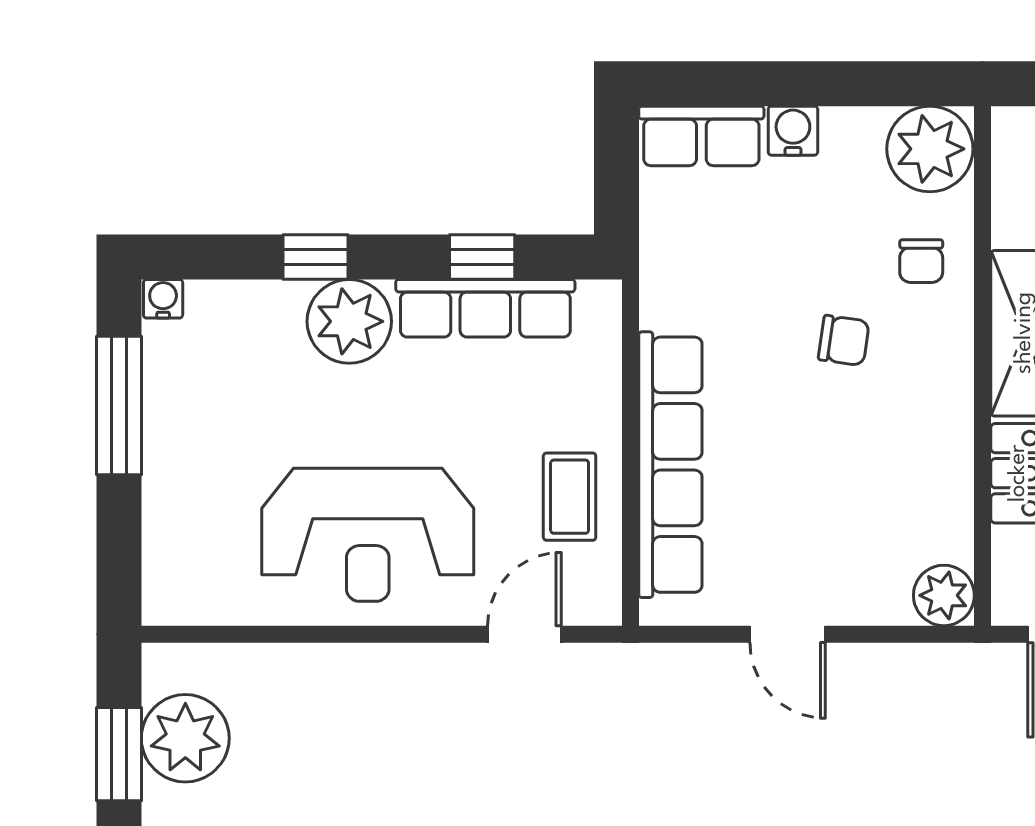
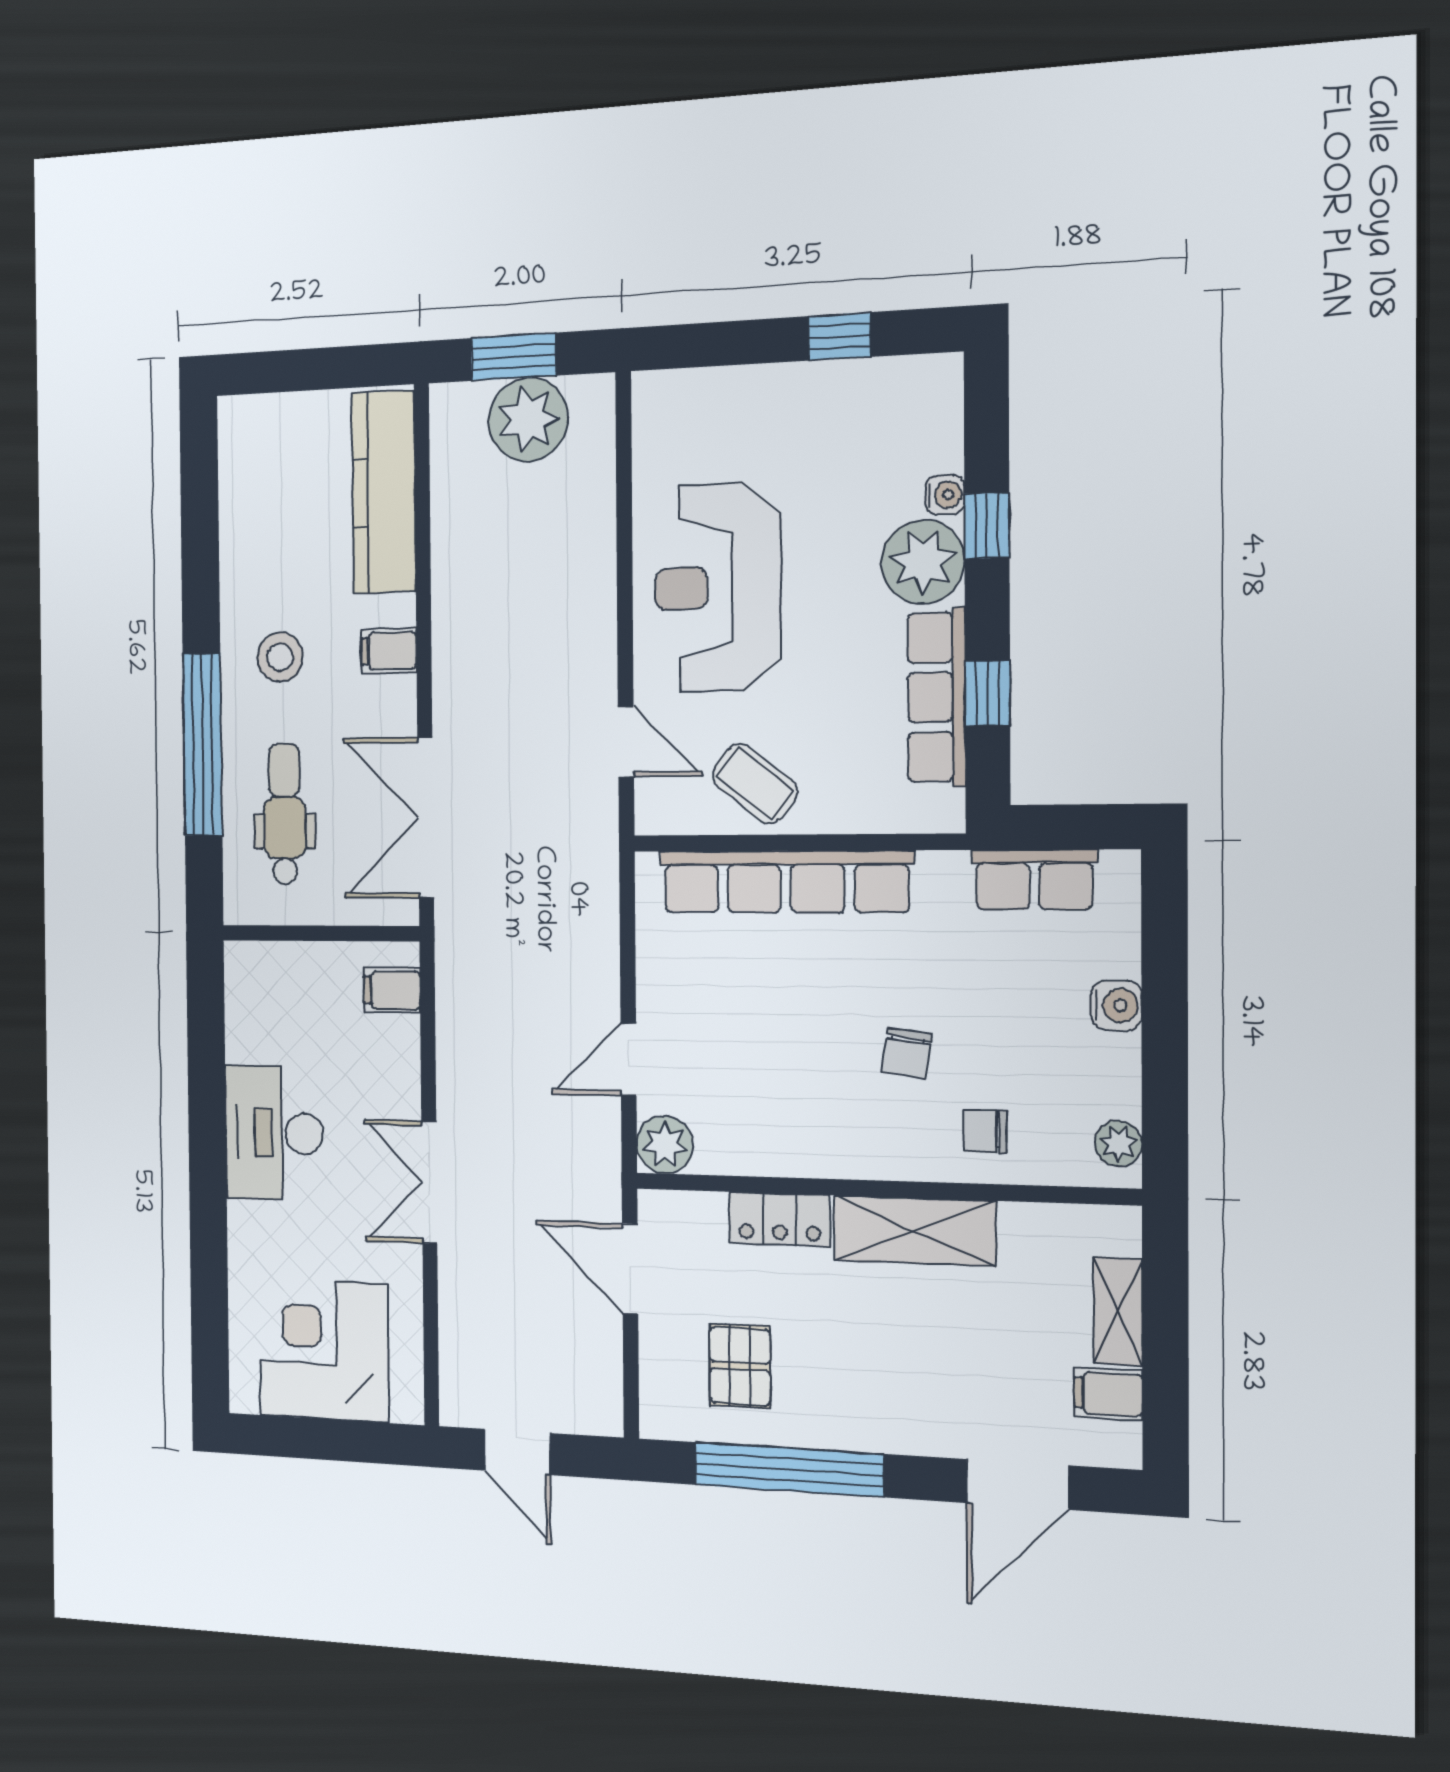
row of seats: (701, 136) -> (1034, 880), moved, turned -90
plant: (930, 149) -> (1118, 1144), width x0.53, depth x0.53
water cooler: (163, 299) -> (945, 495), moved
window: (119, 406) -> (839, 336), width x0.46
coffee table: (570, 497) -> (755, 784), turned 38
door: (788, 634) -> (628, 1060), moved

